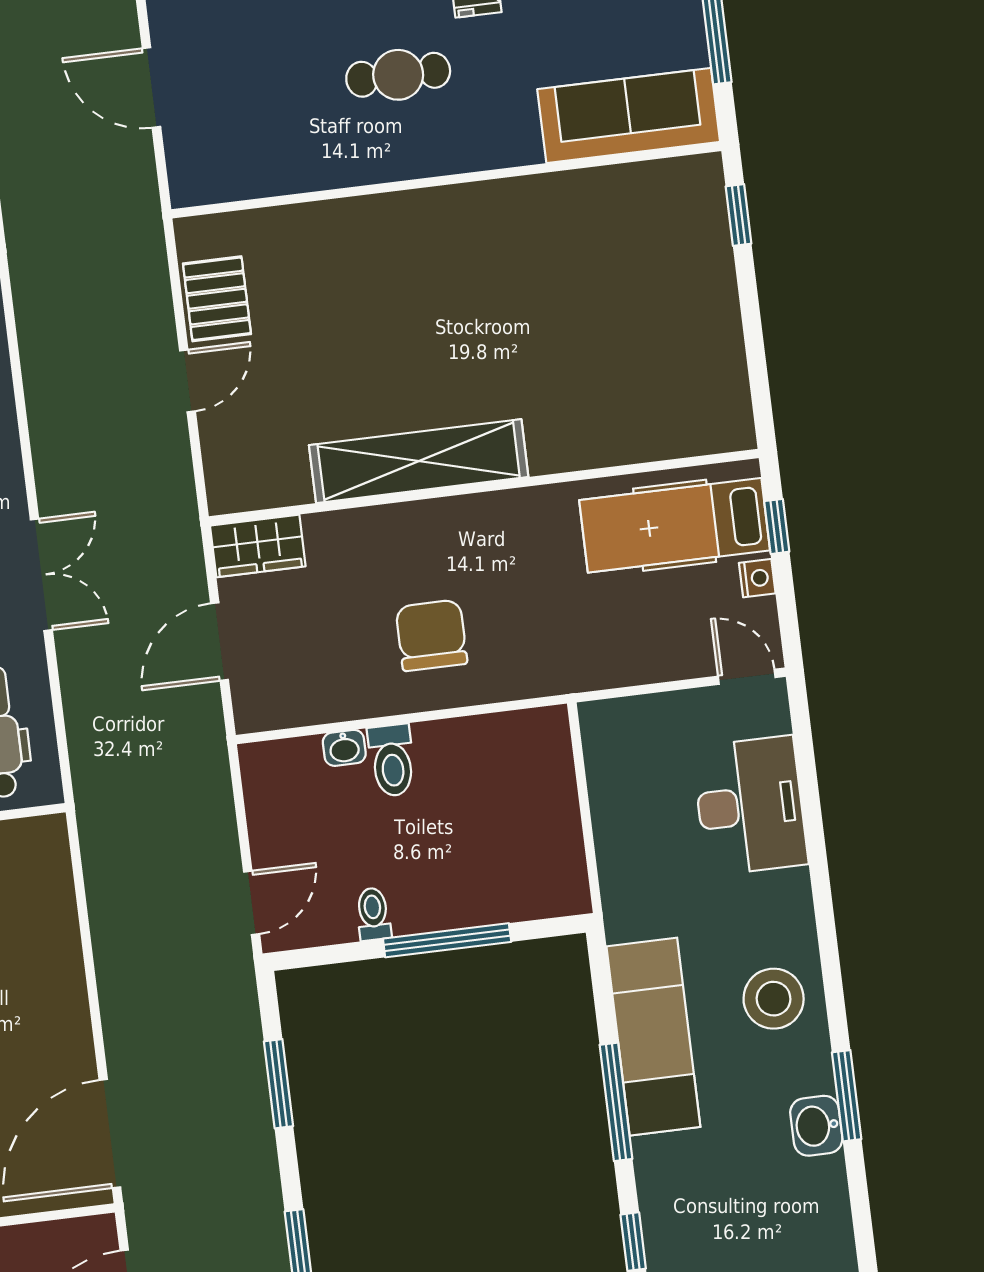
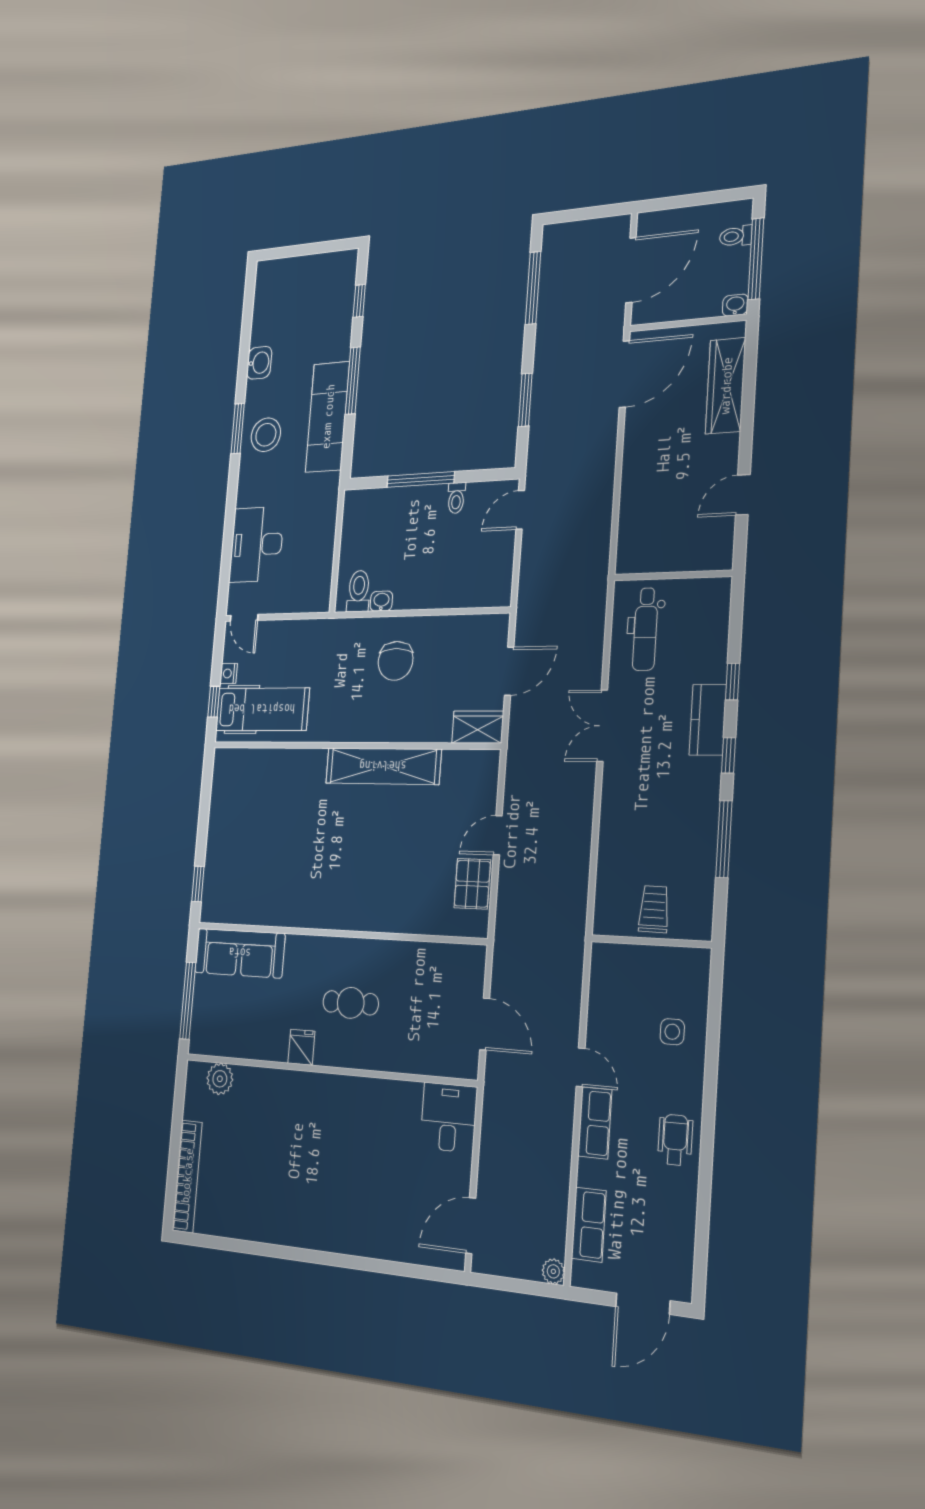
washbasin: (344, 748) -> (381, 601), moved
toilet: (392, 760) -> (359, 591), moved
window: (847, 1096) -> (238, 429), moved

